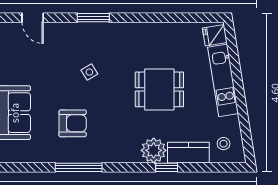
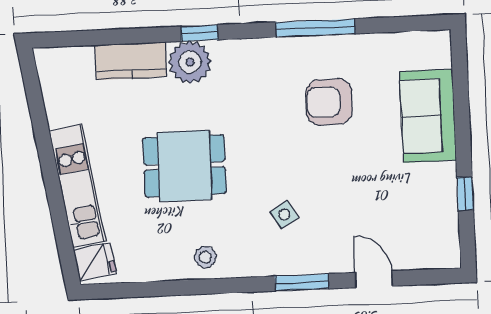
door: (33, 18) -> (374, 279), moved
side table: (89, 72) -> (284, 215), moved
stool: (224, 144) -> (205, 257), moved
window: (167, 167) -> (200, 33), moved

